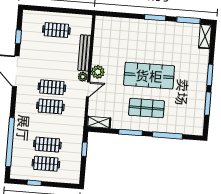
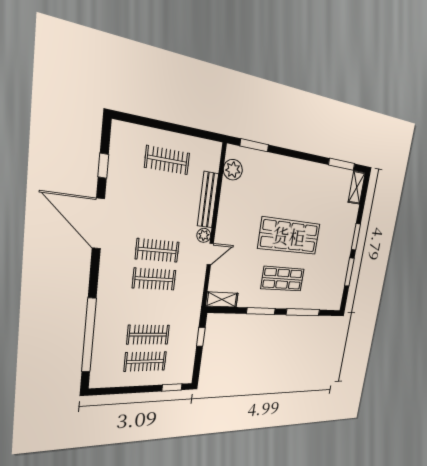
window: (155, 18) -> (254, 145), moved
plant: (98, 72) -> (233, 170), moved
window: (34, 183) -> (172, 387), moved

